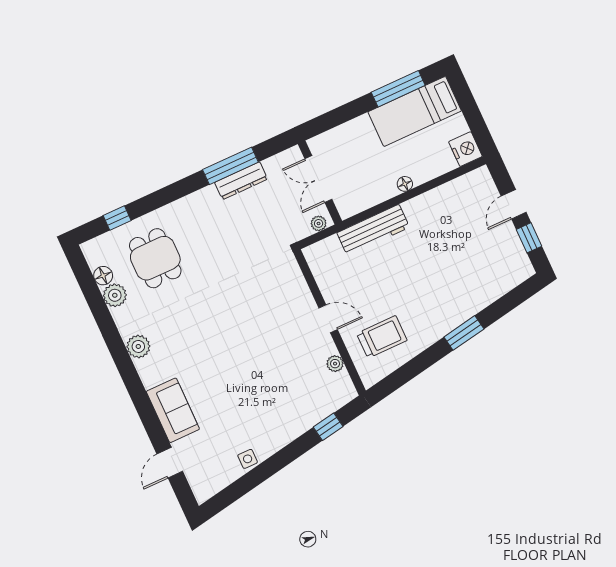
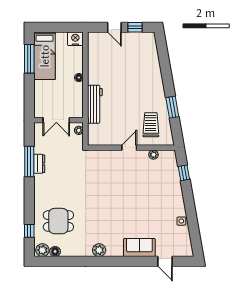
dresser: (241, 181) -> (39, 164), width x0.70
plant: (115, 295) -> (42, 250), moved
window: (464, 333) -> (172, 107), moved

